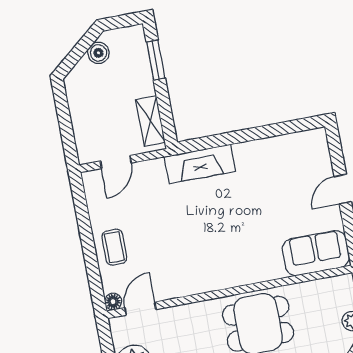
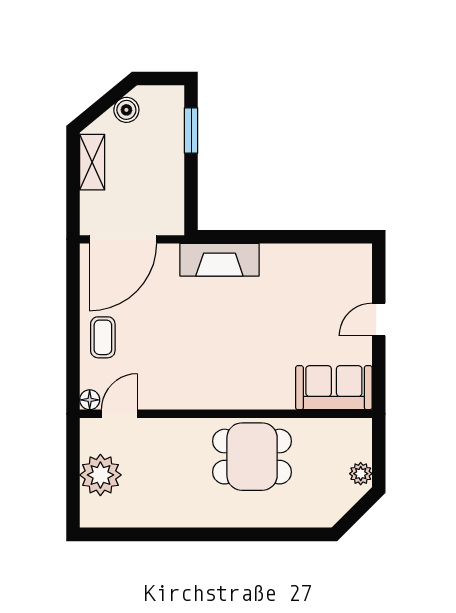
shelving: (151, 121) -> (92, 162), moved
door: (116, 162) -> (123, 239), width x1.88

